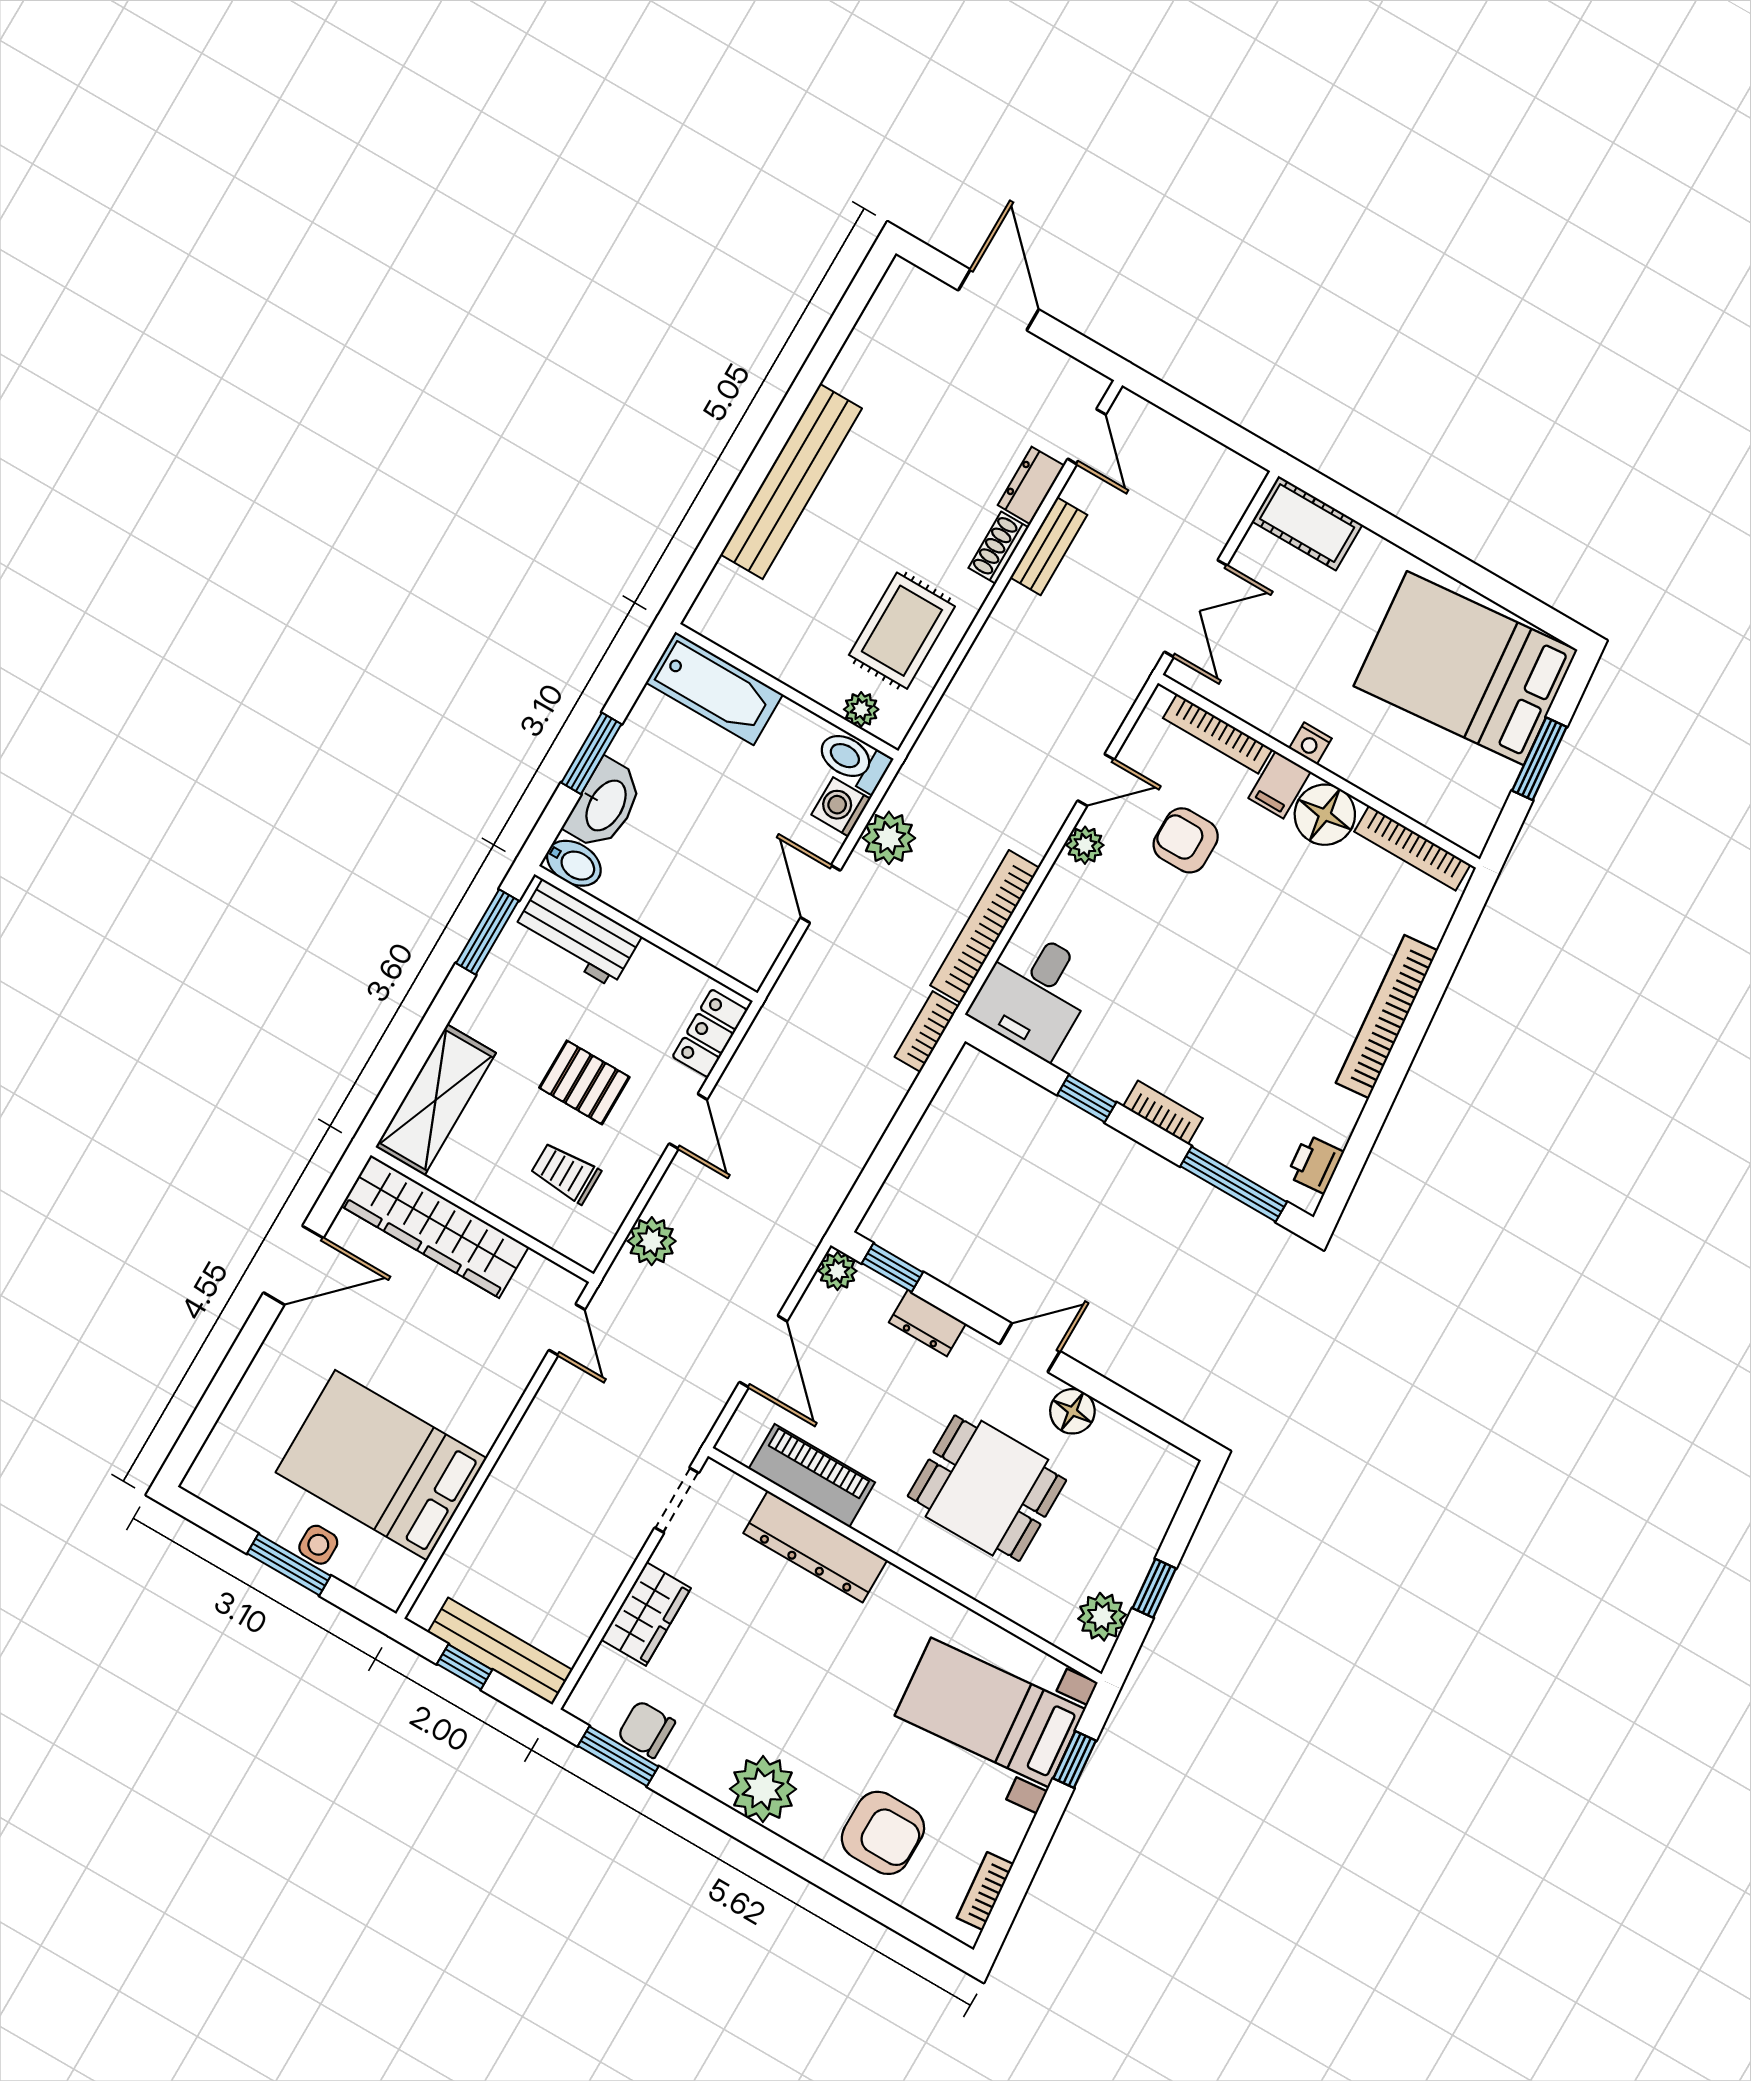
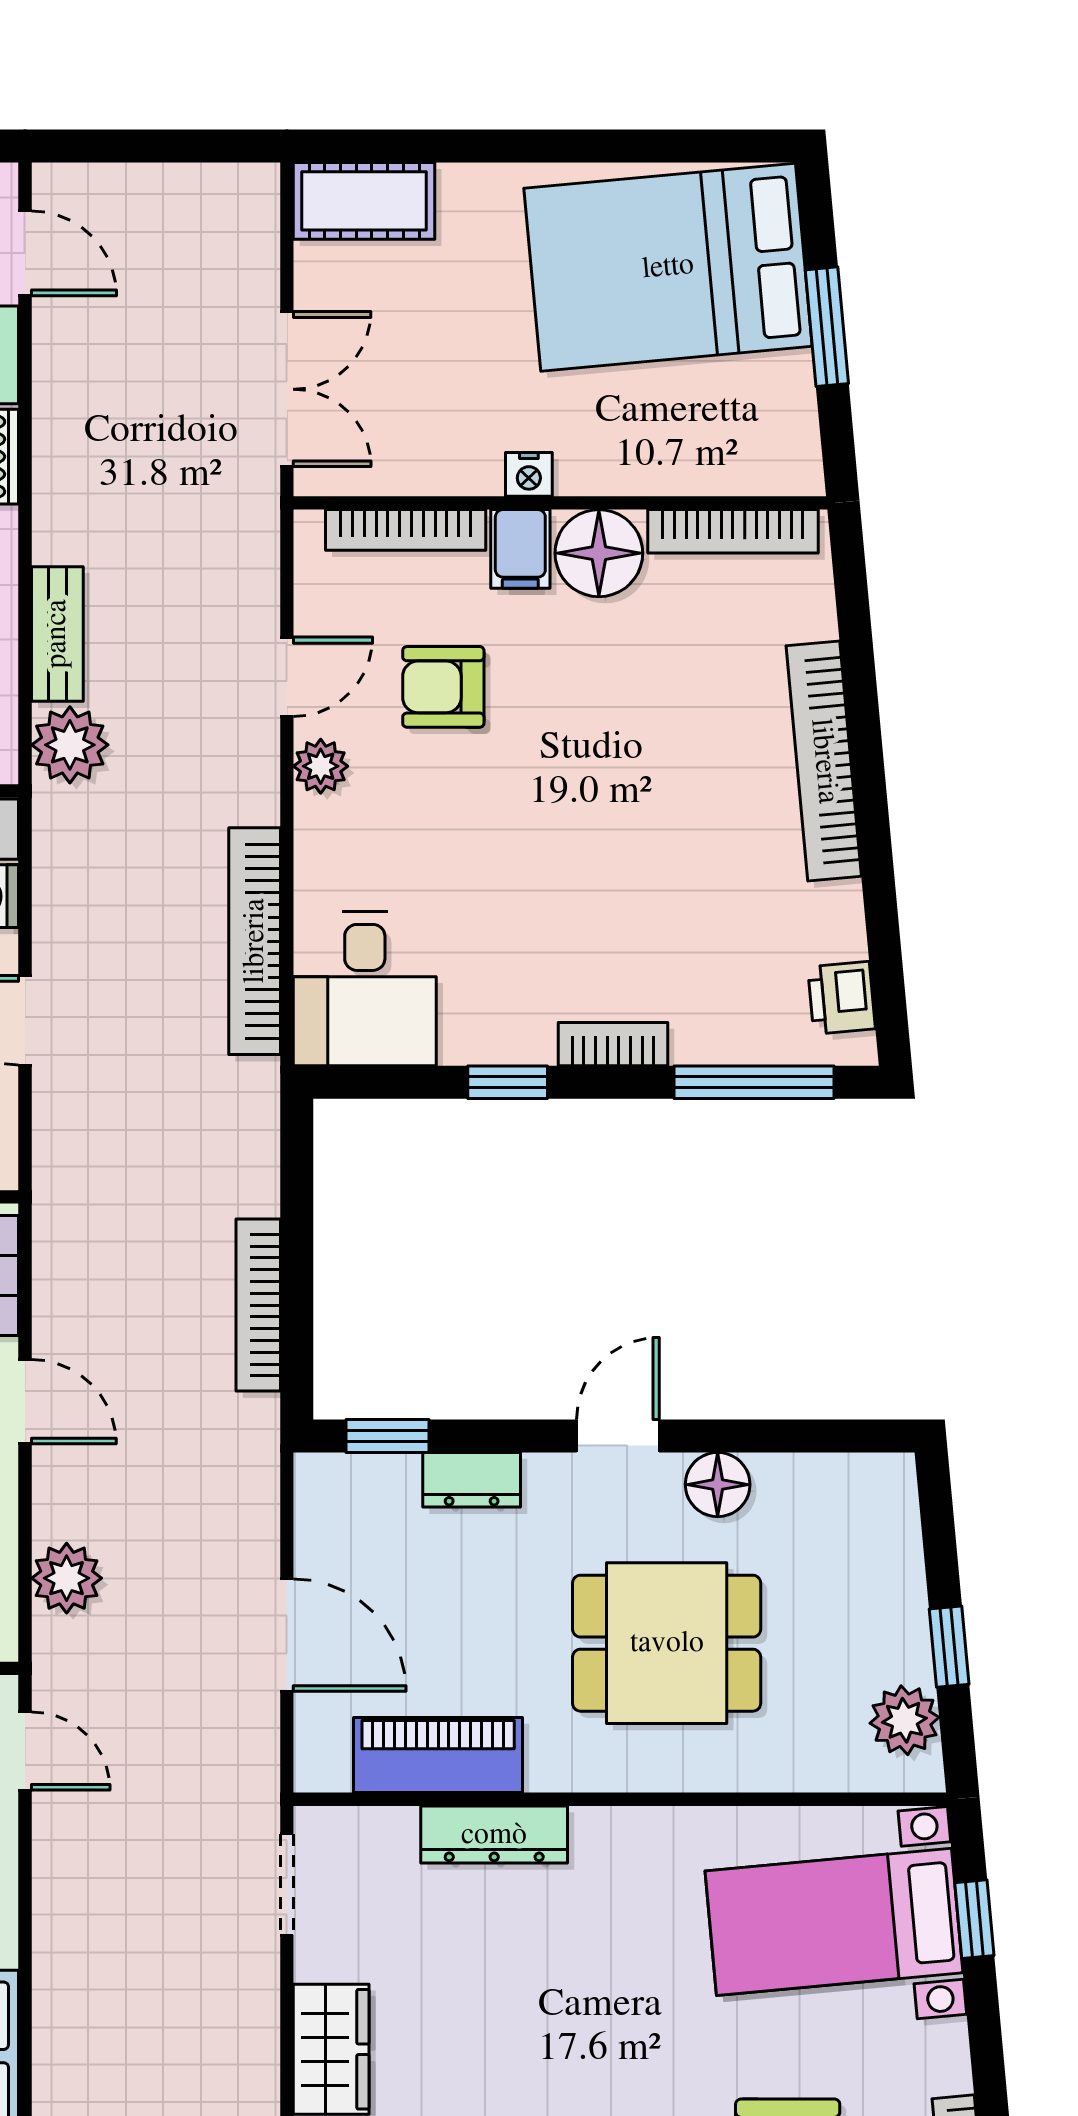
bench: (1049, 546) -> (57, 634), moved
plant: (889, 838) -> (70, 745), moved
bookcase: (927, 1032) -> (258, 1305), moved, width x1.56
plant: (838, 1271) -> (321, 1480), removed
dresser: (815, 1547) -> (494, 1835), width x0.73, depth x0.80

